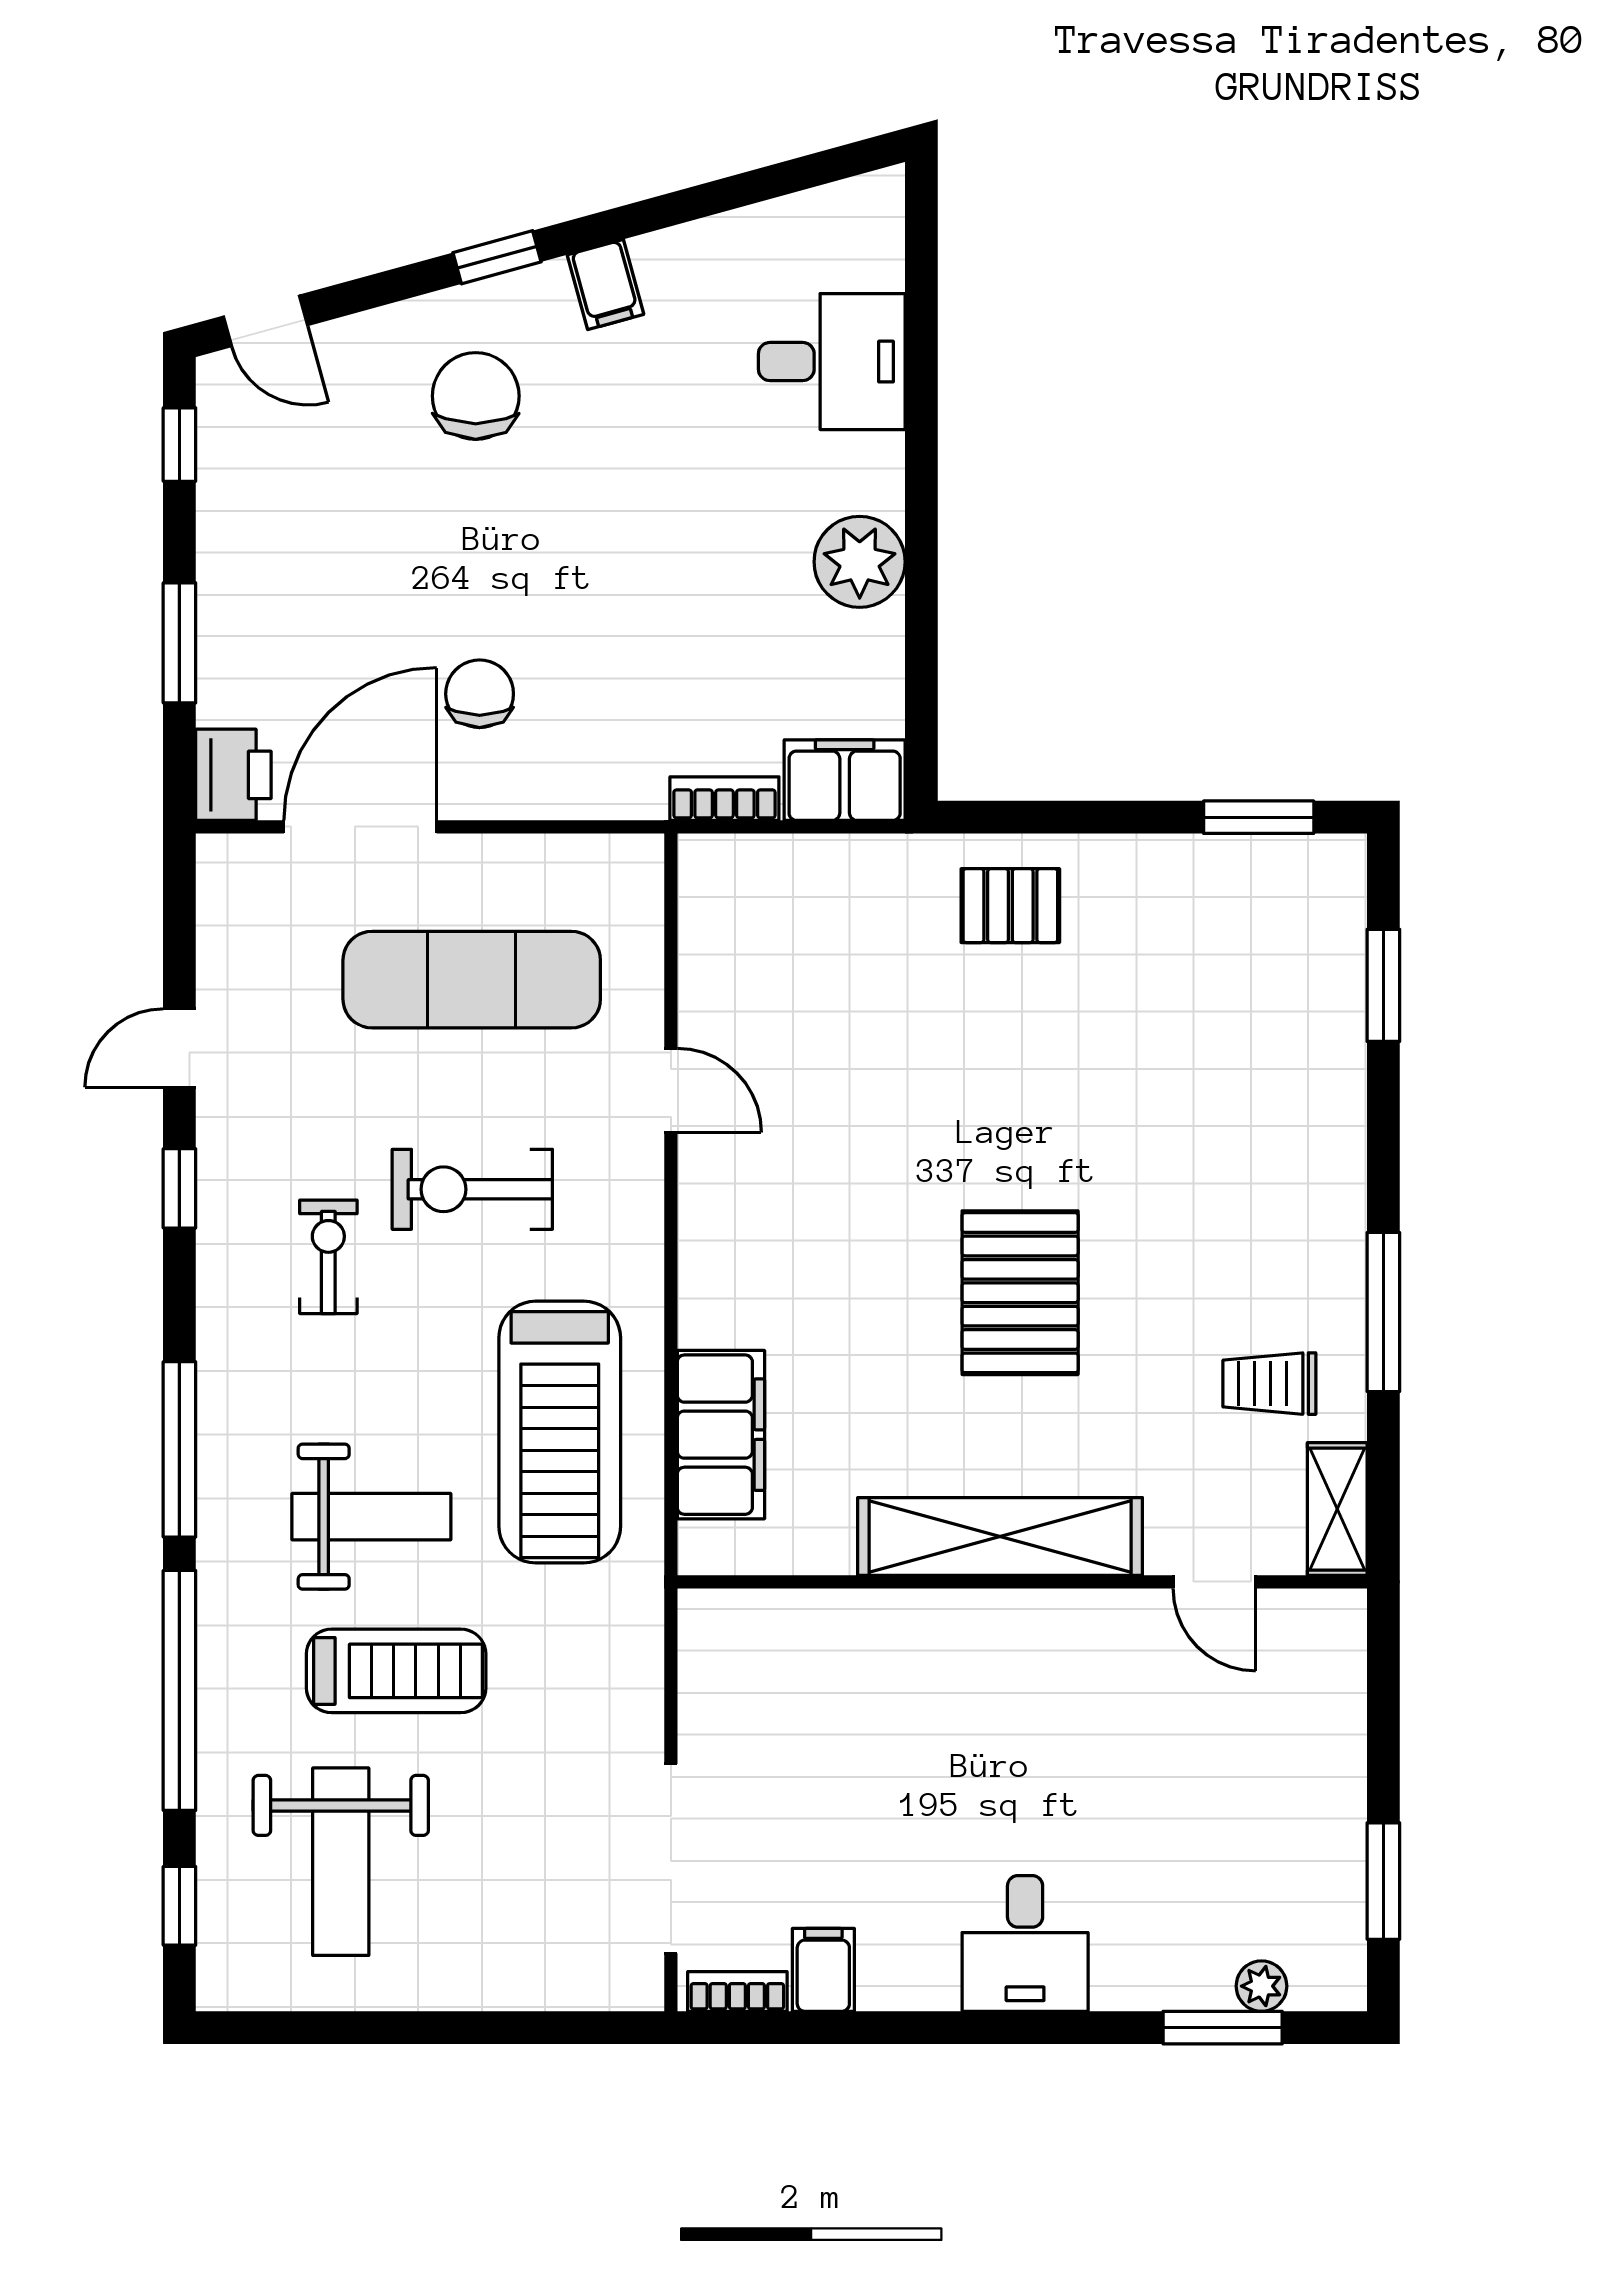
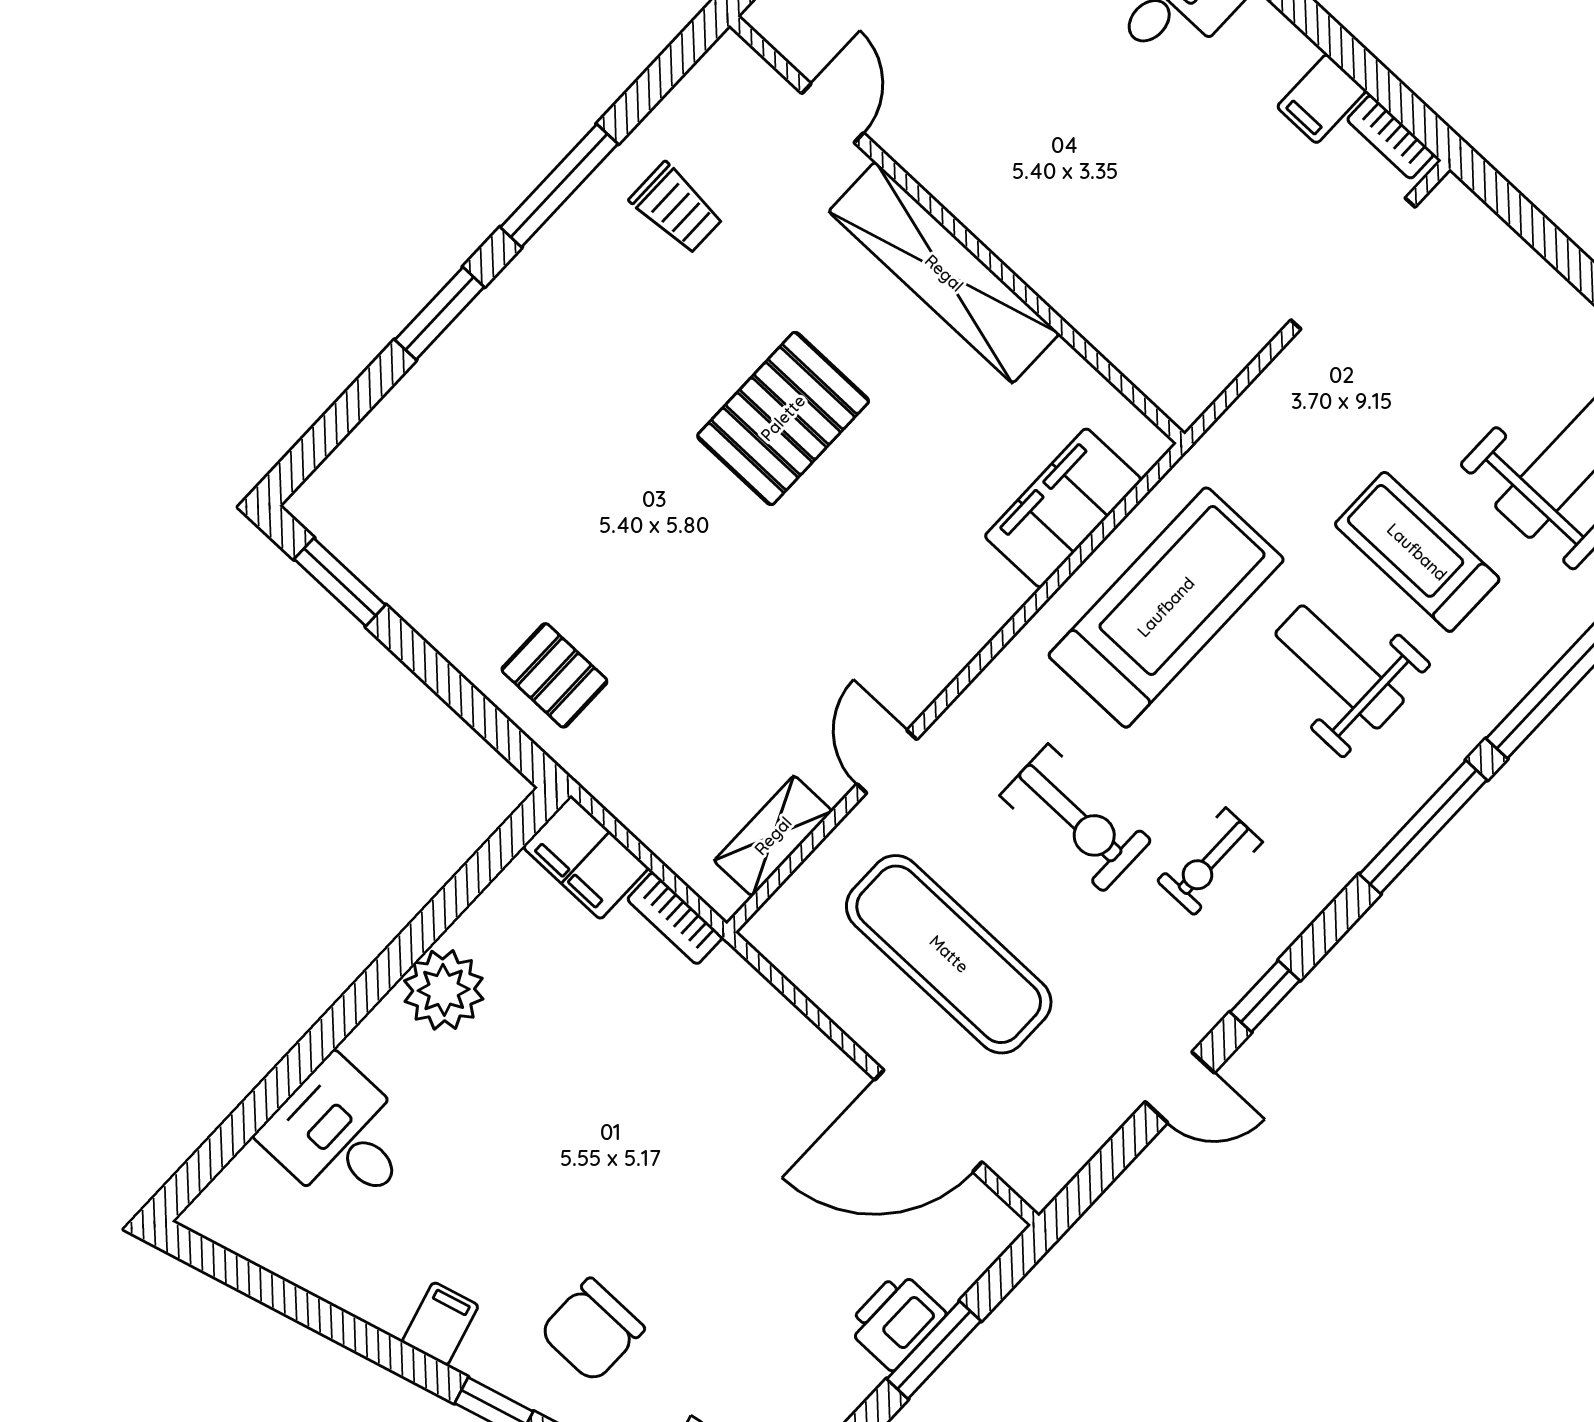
chair: (480, 694) -> (770, 1135), removed
printer: (233, 775) -> (896, 1321), moved
window: (1383, 985) -> (440, 313), moved
shelving: (1337, 1509) -> (773, 836), moved

